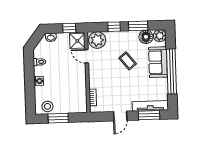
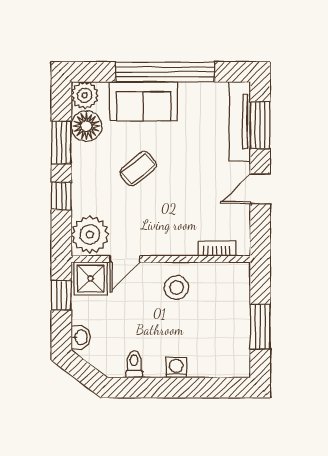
stool: (47, 106) -> (177, 287), moved
door: (120, 116) -> (260, 189), swing flipped

